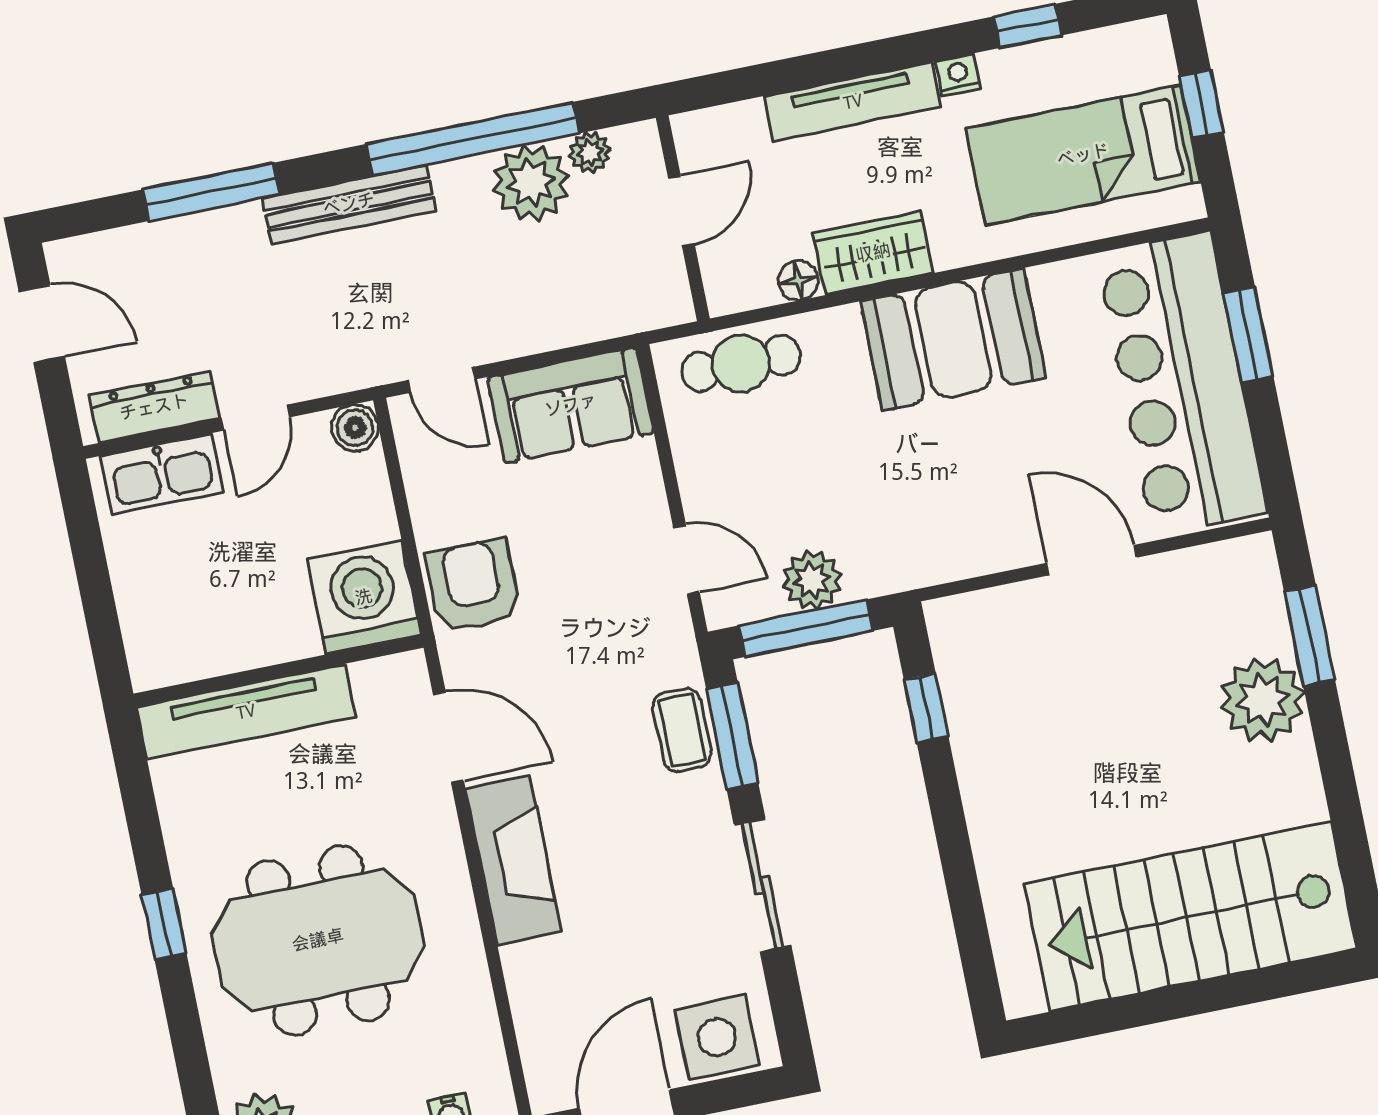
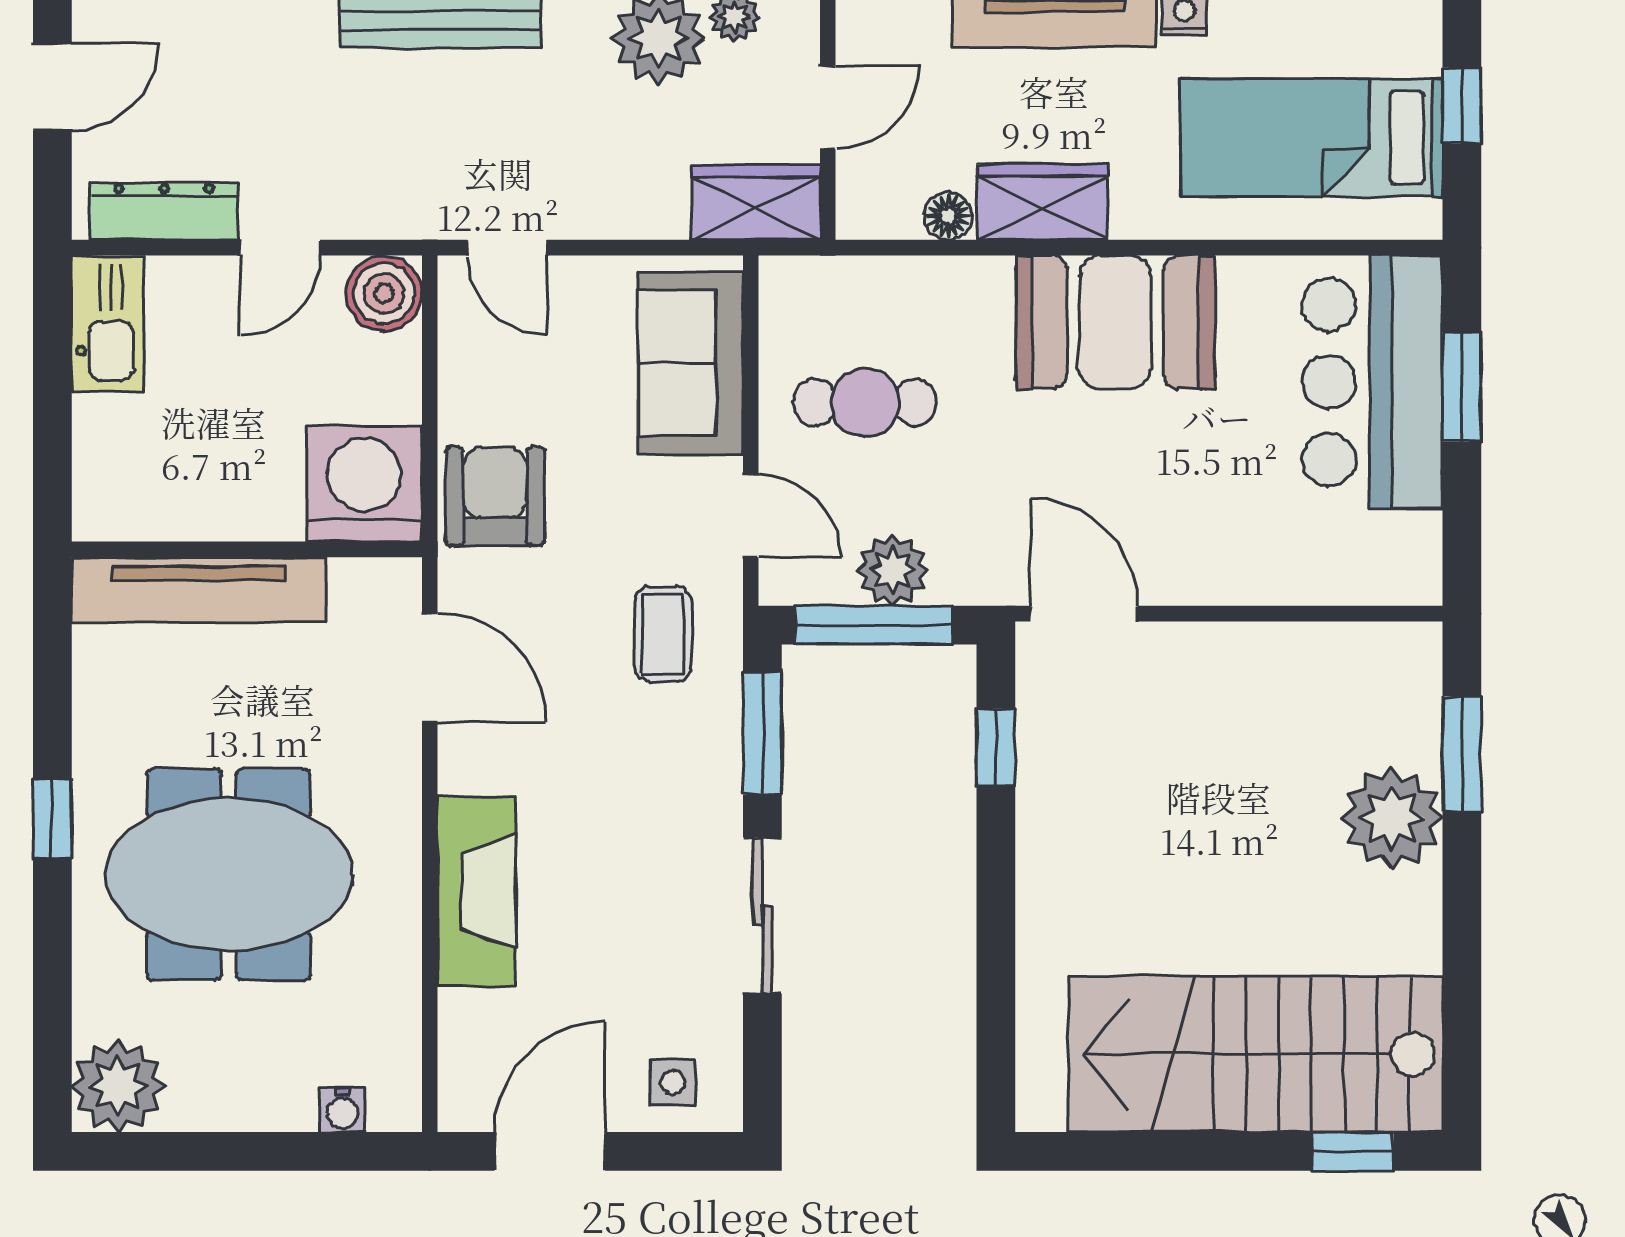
wardrobe: (638, 301) -> (756, 203), added
door: (42, 324) -> (52, 87), hinge flipped
cafe table: (741, 363) -> (865, 402), moved
bar counter: (1182, 383) -> (1372, 382), width x0.73
sofa: (571, 405) -> (690, 363), moved, turned 90
boiler: (355, 428) -> (384, 293), width x1.36, depth x1.36
kitchen sink: (162, 474) -> (107, 323), moved, turned -90
door: (1092, 560) -> (1084, 614), moved
coffee table: (682, 730) -> (663, 634), moved
fireplace: (513, 860) -> (477, 891), moved
window: (1286, 980) -> (1353, 1151), added
side table: (717, 1037) -> (673, 1083), width x0.54, depth x0.54

